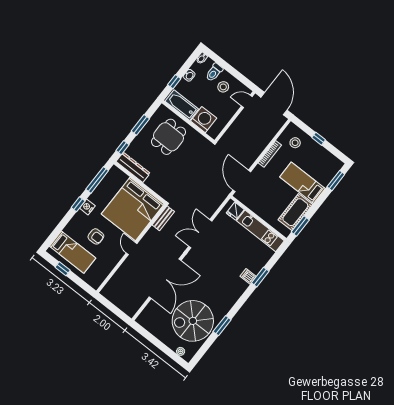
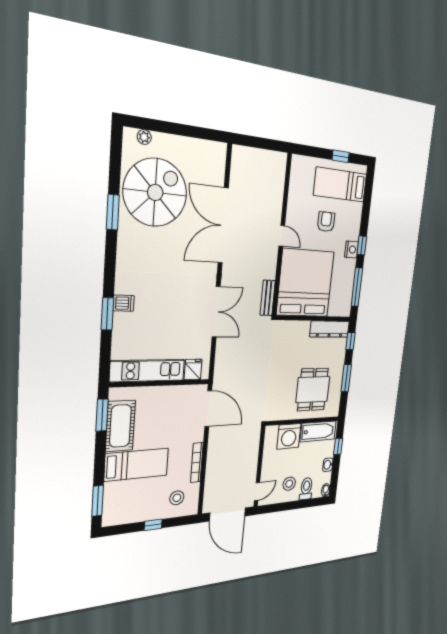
armchair: (96, 236) -> (326, 222), turned 90

